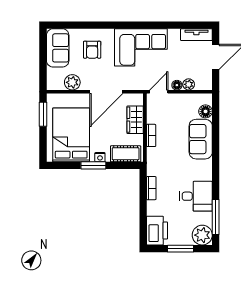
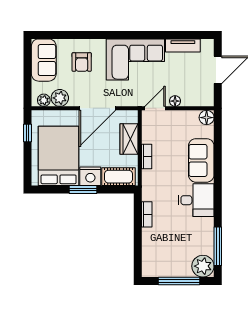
tv unit: (196, 35) -> (183, 45), moved
plant: (189, 84) -> (44, 100), moved
floor lamp: (206, 111) -> (207, 118), moved
window: (43, 114) -> (28, 133), width x0.67
nightstand: (100, 157) -> (90, 176), width x1.89, depth x1.79
desk: (196, 196) -> (196, 200), moved
printer: (157, 231) -> (153, 261), removed
window: (181, 249) -> (179, 281), width x1.44

